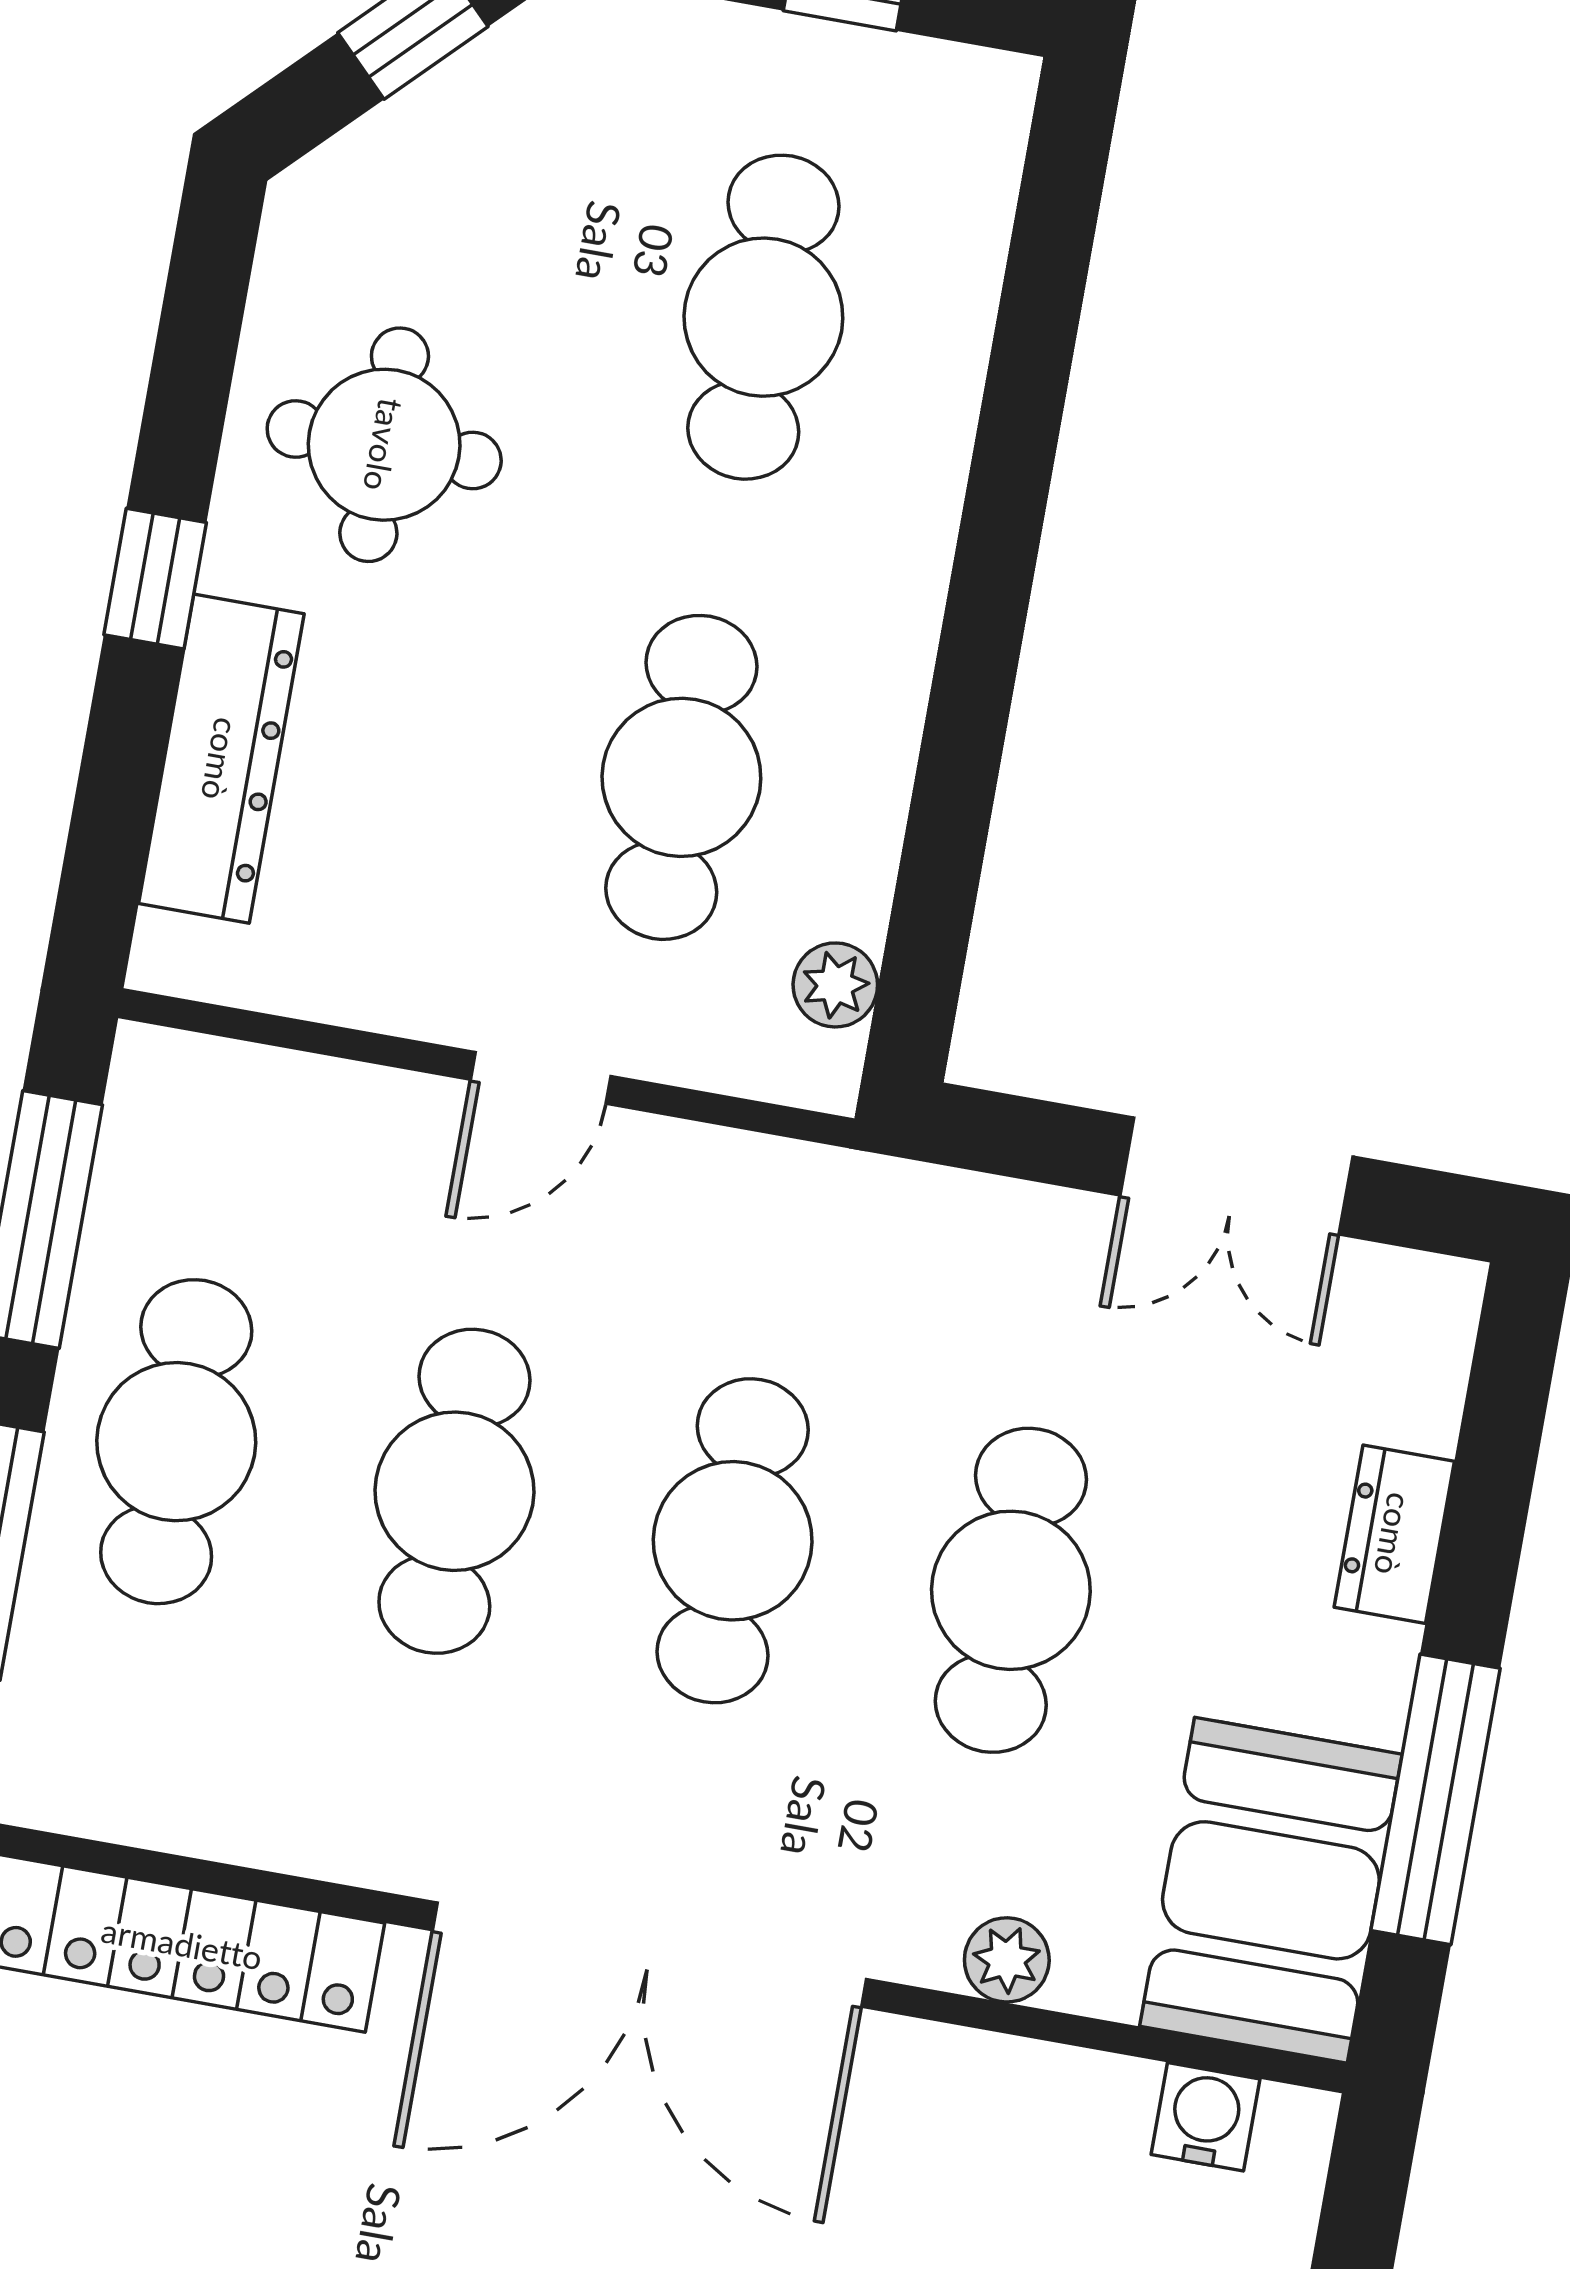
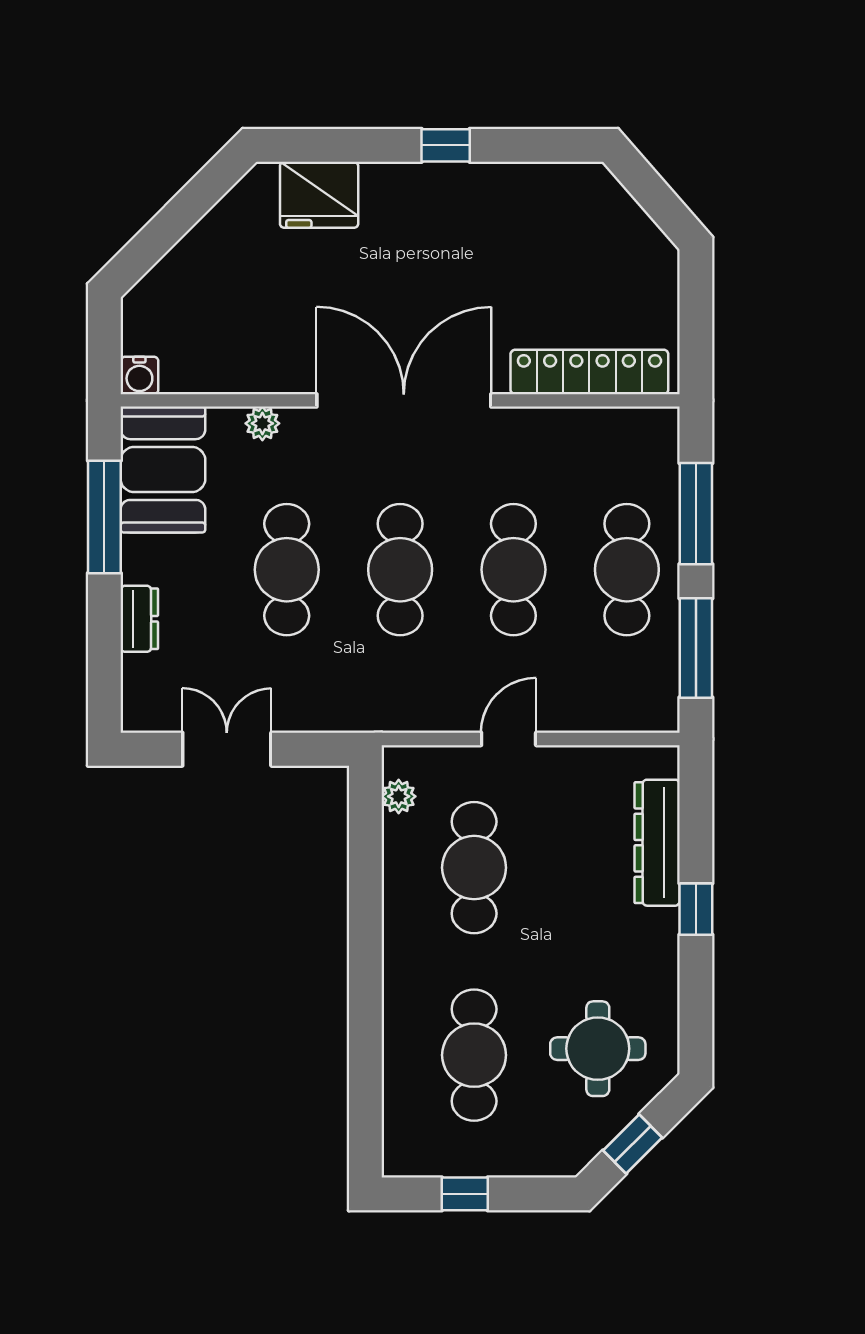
round table: (384, 445) -> (598, 1049), moved
water cooler: (1206, 2117) -> (139, 375), moved

